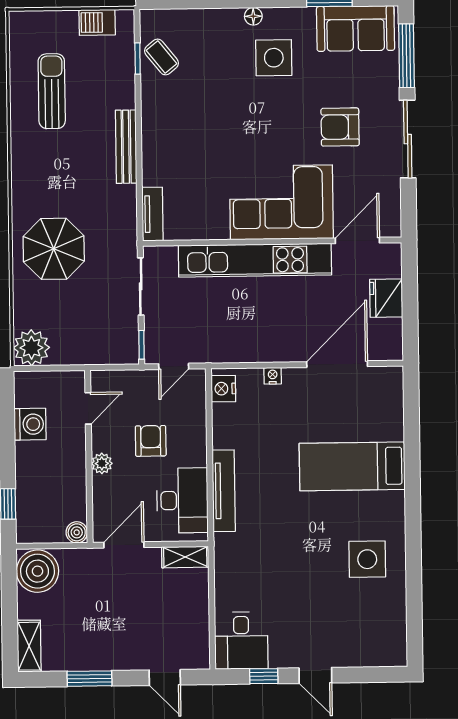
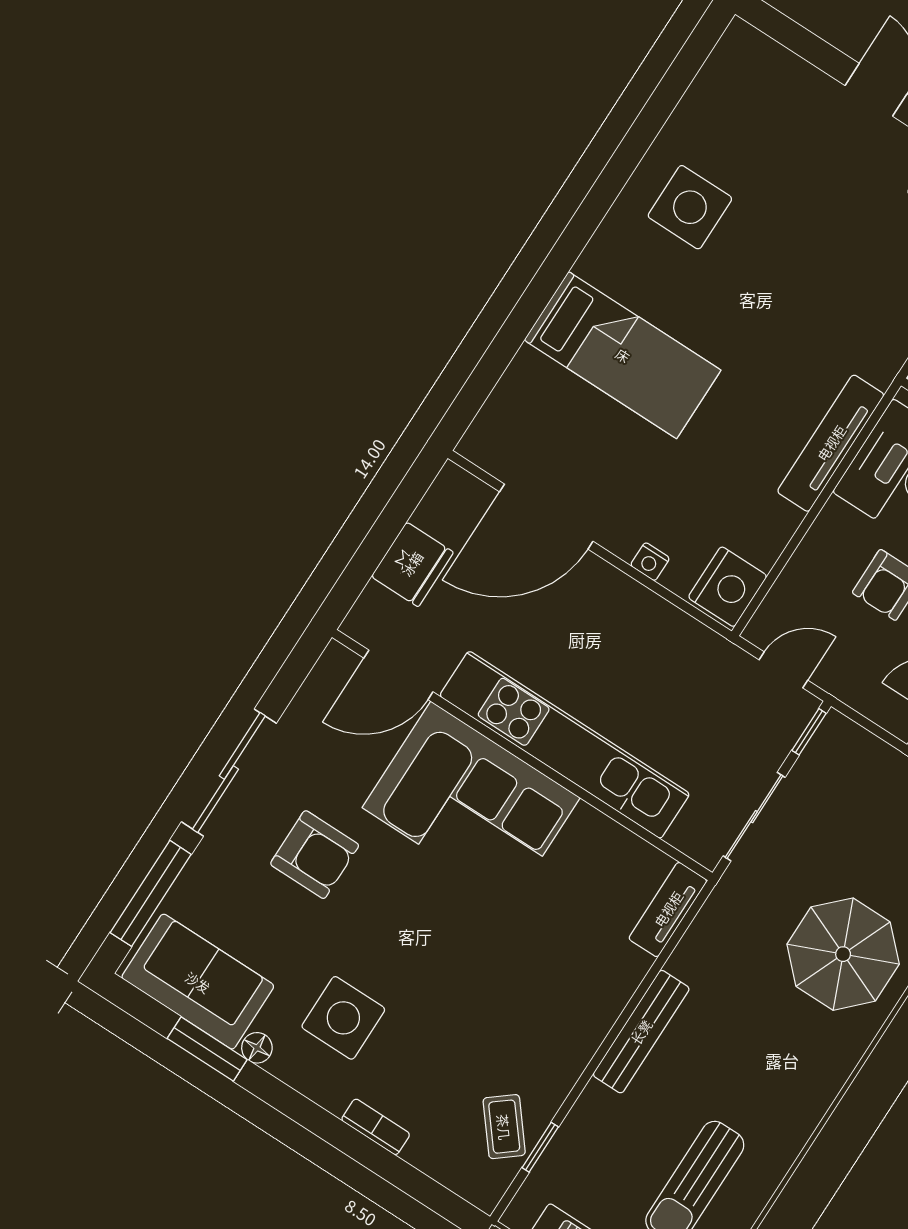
bookcase: (223, 16) -> (376, 1127), added
floor lamp: (253, 16) -> (257, 1048), moved
nightstand: (223, 389) -> (728, 587), width x1.36, depth x1.33

